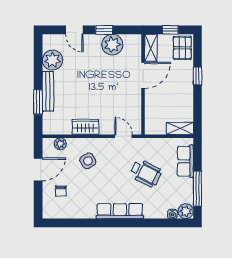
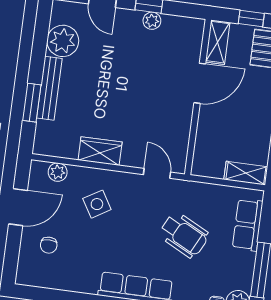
plant: (112, 45) -> (152, 21), width x0.53, depth x0.53

